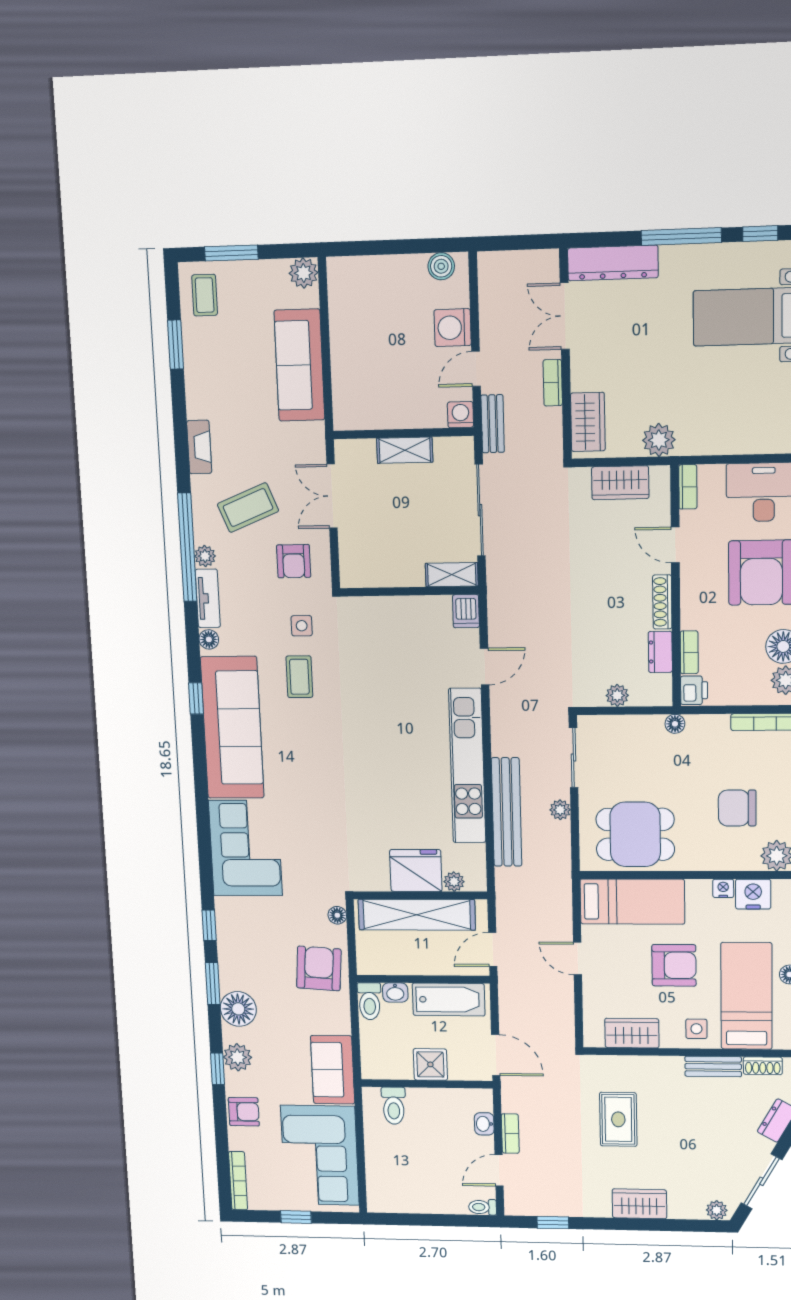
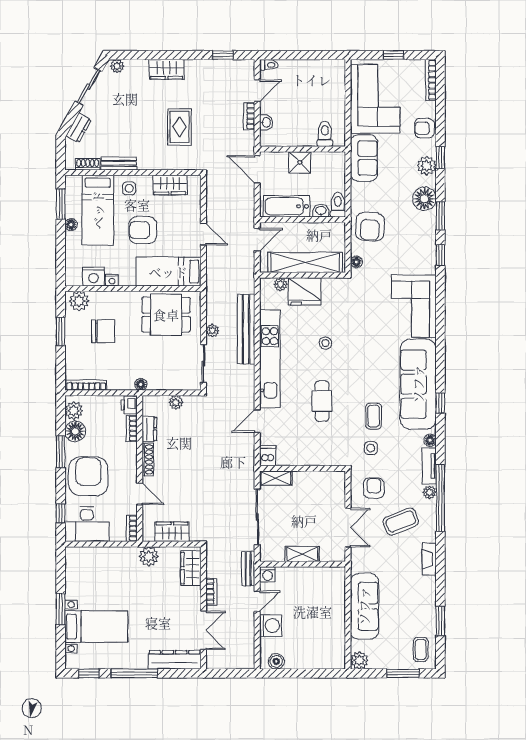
cafe table: (382, 700) -> (322, 401), added
stool: (380, 791) -> (325, 343), added

